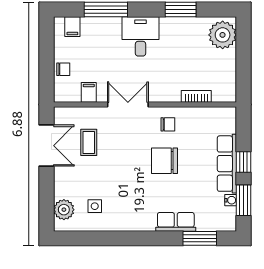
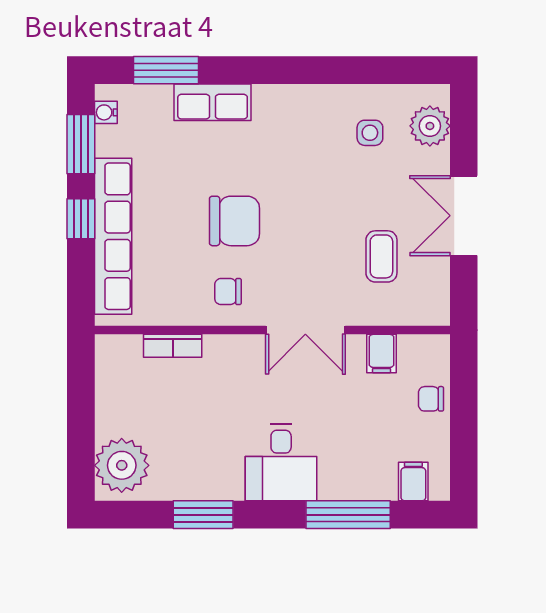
double door: (46, 146) -> (464, 216), moved
row of seats: (227, 164) -> (113, 236), width x1.36
water cooler: (231, 200) -> (106, 112), moved

